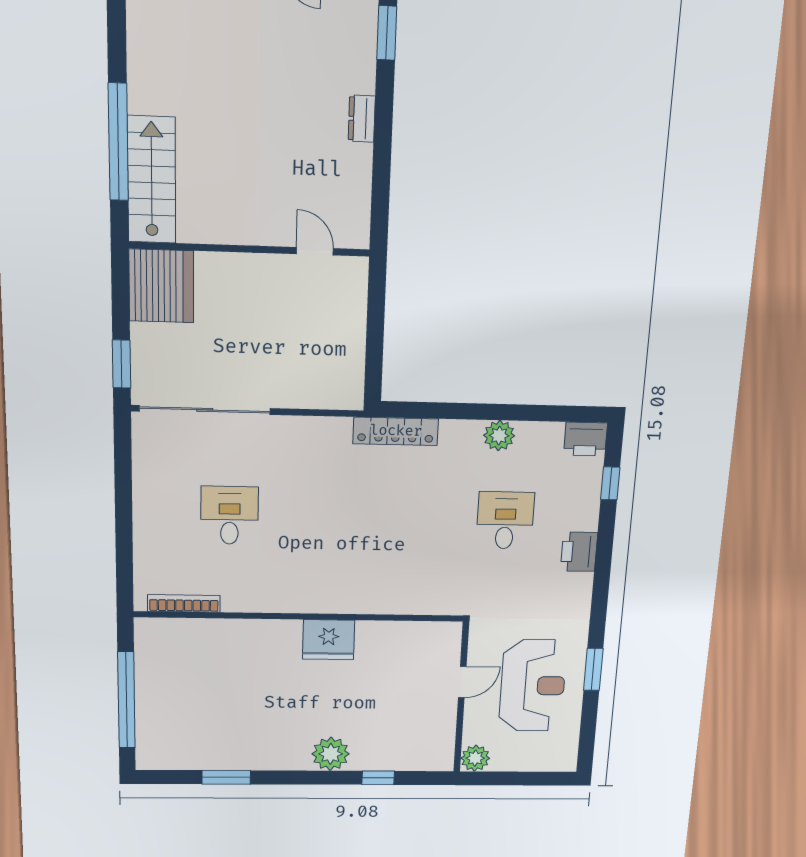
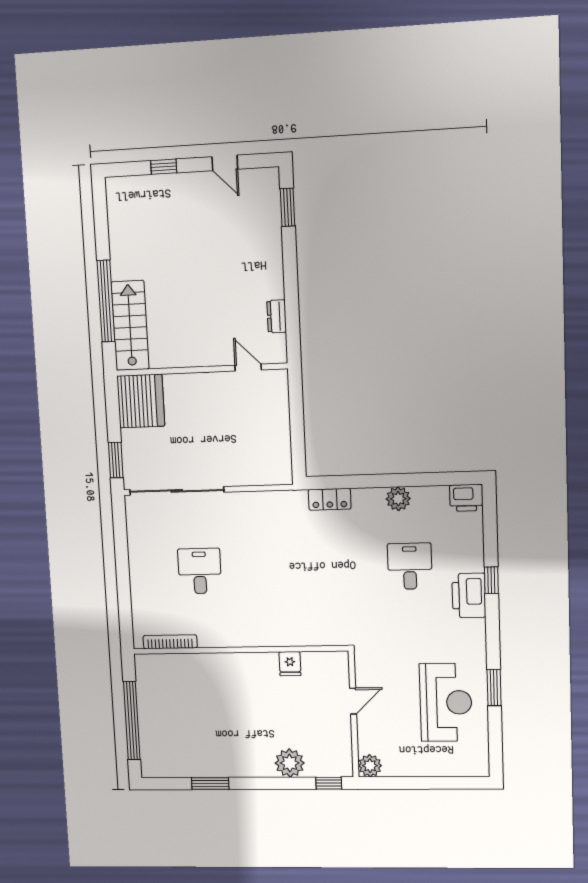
dresser: (362, 119) -> (277, 316), moved
locker: (396, 431) -> (330, 499), width x0.66
window: (610, 483) -> (491, 580), moved
printer: (579, 552) -> (469, 595), width x1.37, depth x1.19
fridge: (329, 640) -> (290, 664), width x0.53, depth x0.75
door: (462, 682) -> (353, 701), moved
wall: (461, 698) -> (354, 714), moved
plant: (475, 758) -> (370, 766), moved

